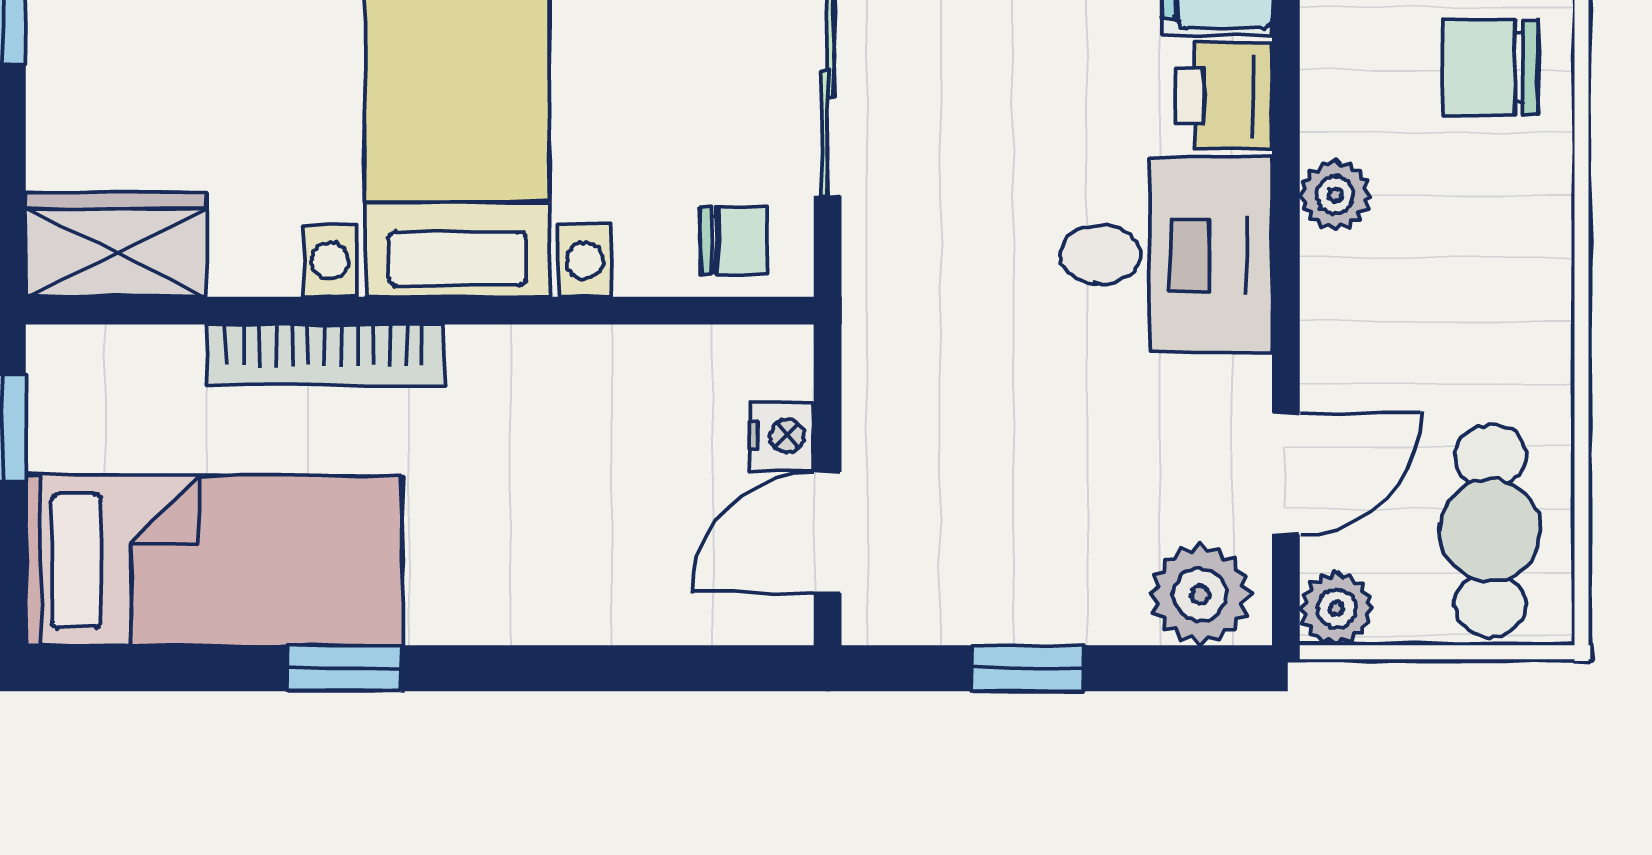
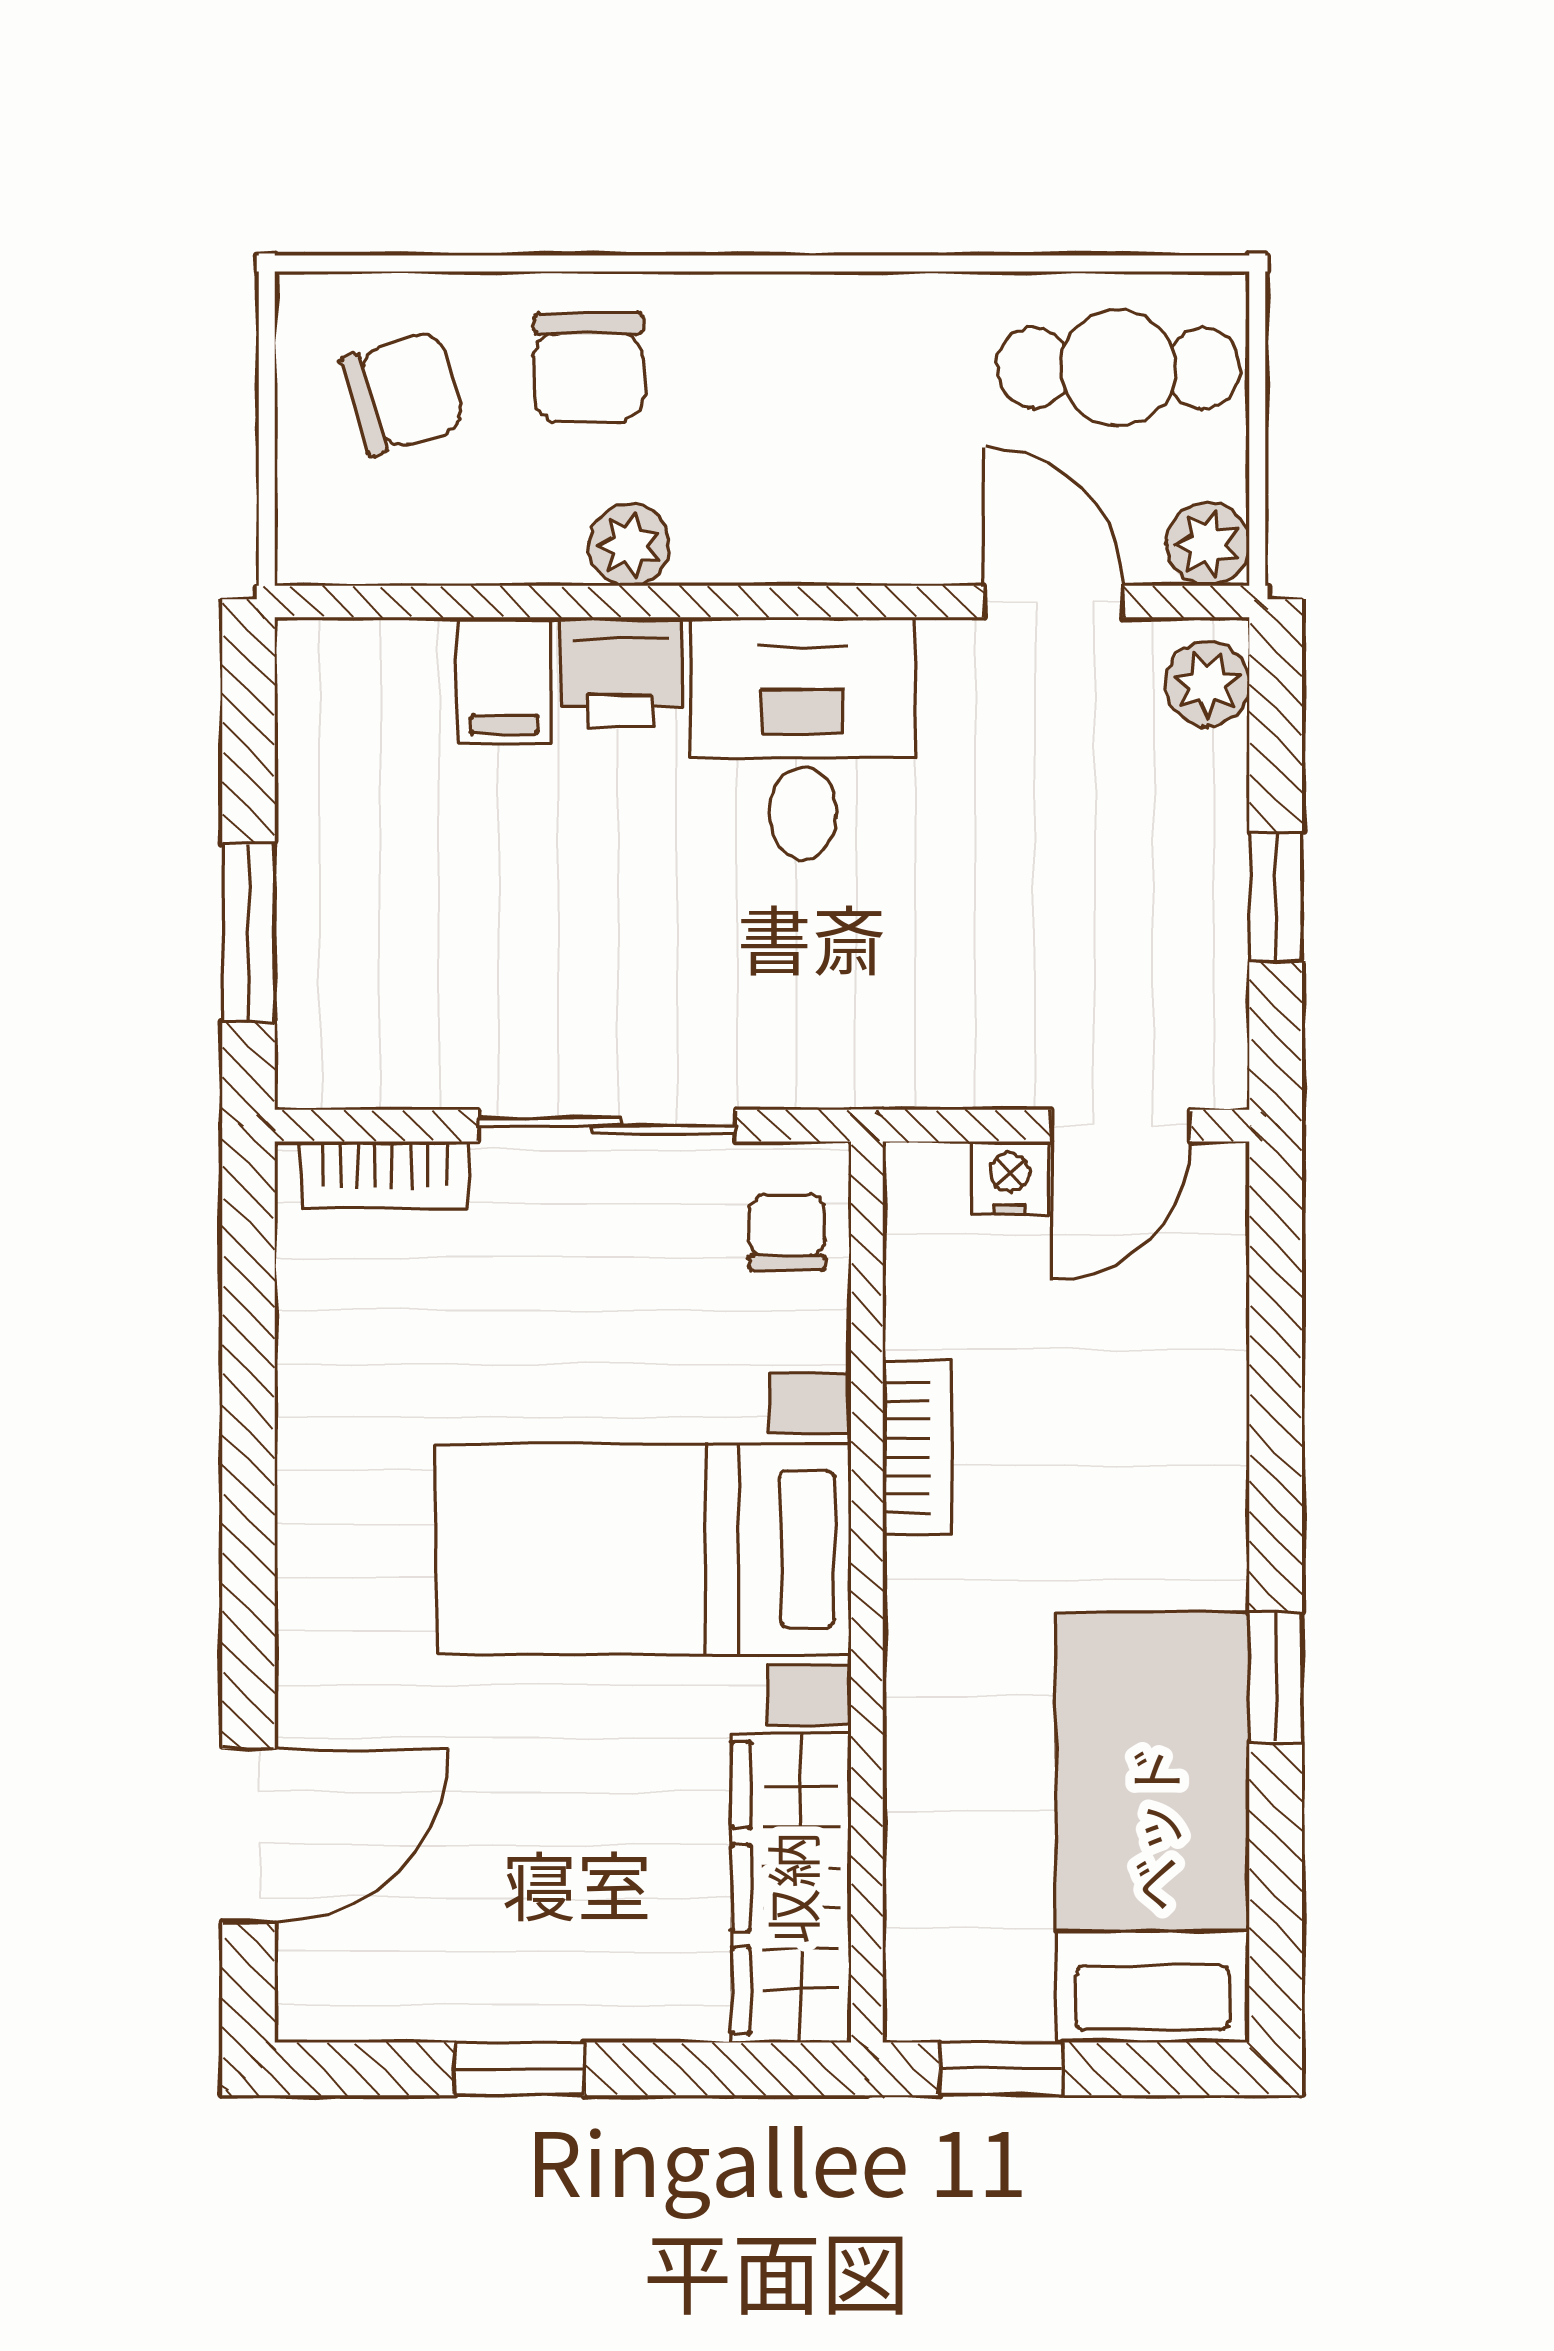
plant: (1335, 195) -> (629, 545), moved
wardrobe: (116, 245) -> (791, 1888), width x1.50
bookcase: (325, 355) -> (917, 1447), moved, width x0.64
door: (828, 532) -> (1120, 1126), hinge flipped
plant: (1200, 595) -> (1207, 684), width x0.73, depth x0.73

